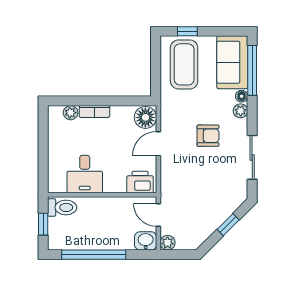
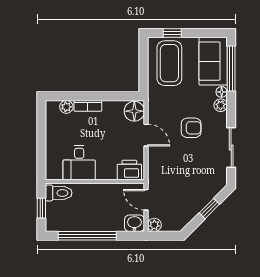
door: (158, 144) -> (146, 135), swing flipped

